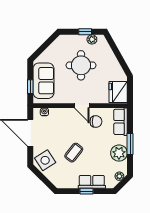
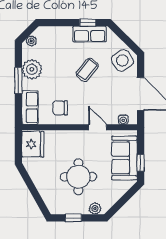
plant: (92, 39) -> (95, 209), moved
window: (30, 87) -> (141, 163), moved
door: (82, 106) -> (98, 127), moved
row of seats: (92, 182) -> (90, 34), moved
window: (86, 191) -> (88, 23), moved

